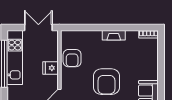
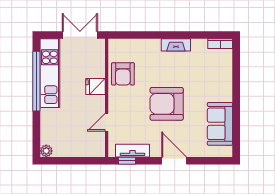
armchair: (106, 82) -> (167, 104), turned 90

